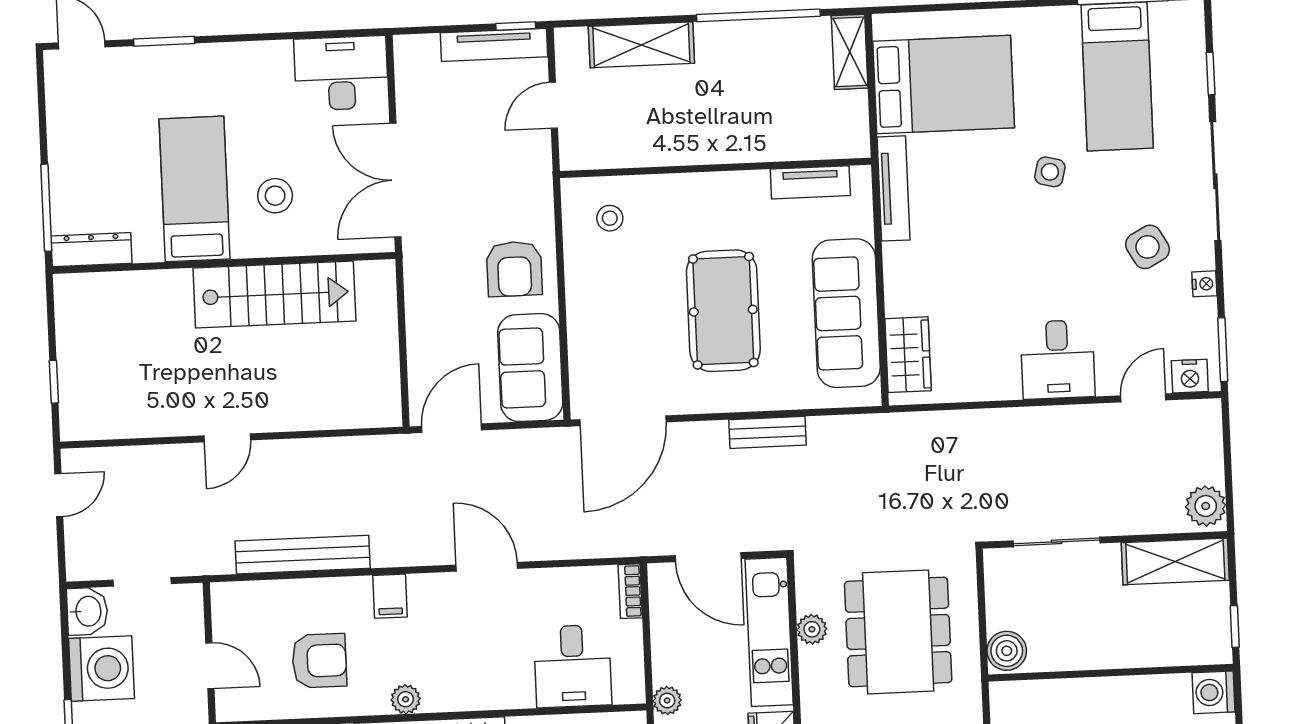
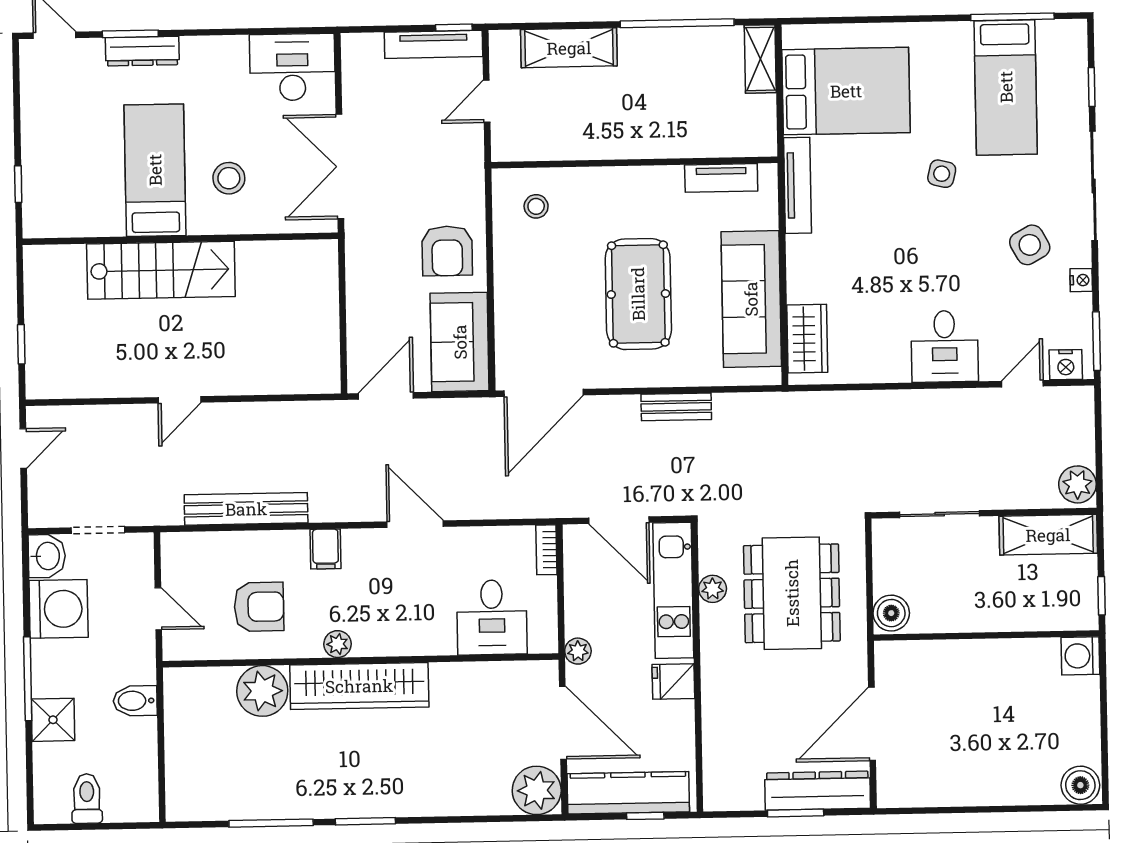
window: (46, 208) -> (18, 184), width x0.46
dresser: (91, 250) -> (142, 51), moved, turned 180
stairs: (274, 294) -> (161, 270), moved

